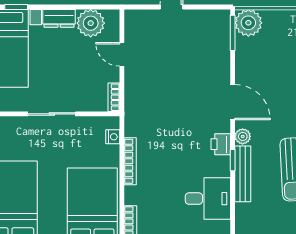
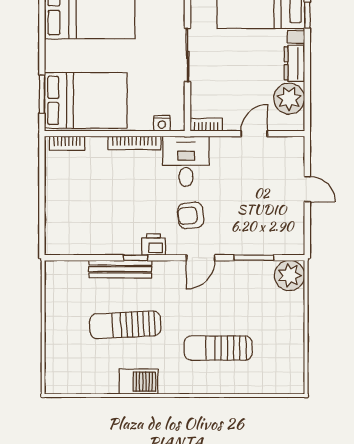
window: (233, 33) -> (254, 258), moved
door: (233, 102) -> (201, 258), width x0.73
armchair: (195, 111) -> (191, 215), added
plant: (243, 136) -> (162, 269), removed
desk: (208, 199) -> (186, 161), moved, turned 180

